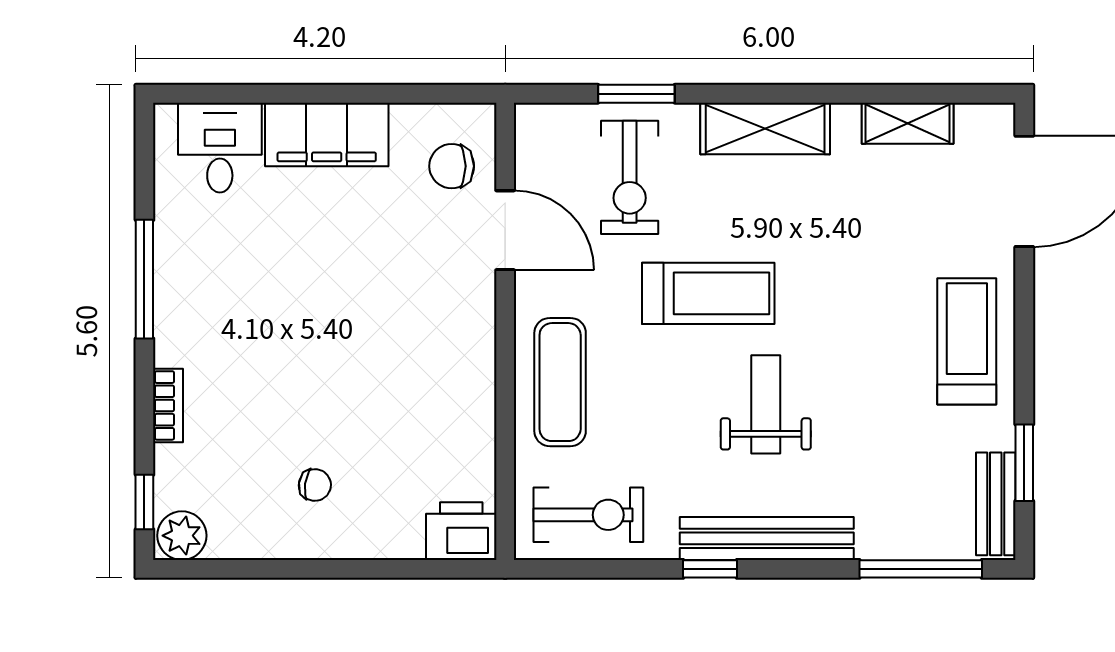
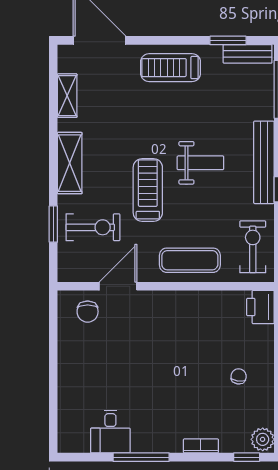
filing cabinet: (327, 135) -> (73, 371), removed
desk: (220, 148) -> (110, 432), moved, turned -90
weight bench: (766, 404) -> (200, 163), turned 180

